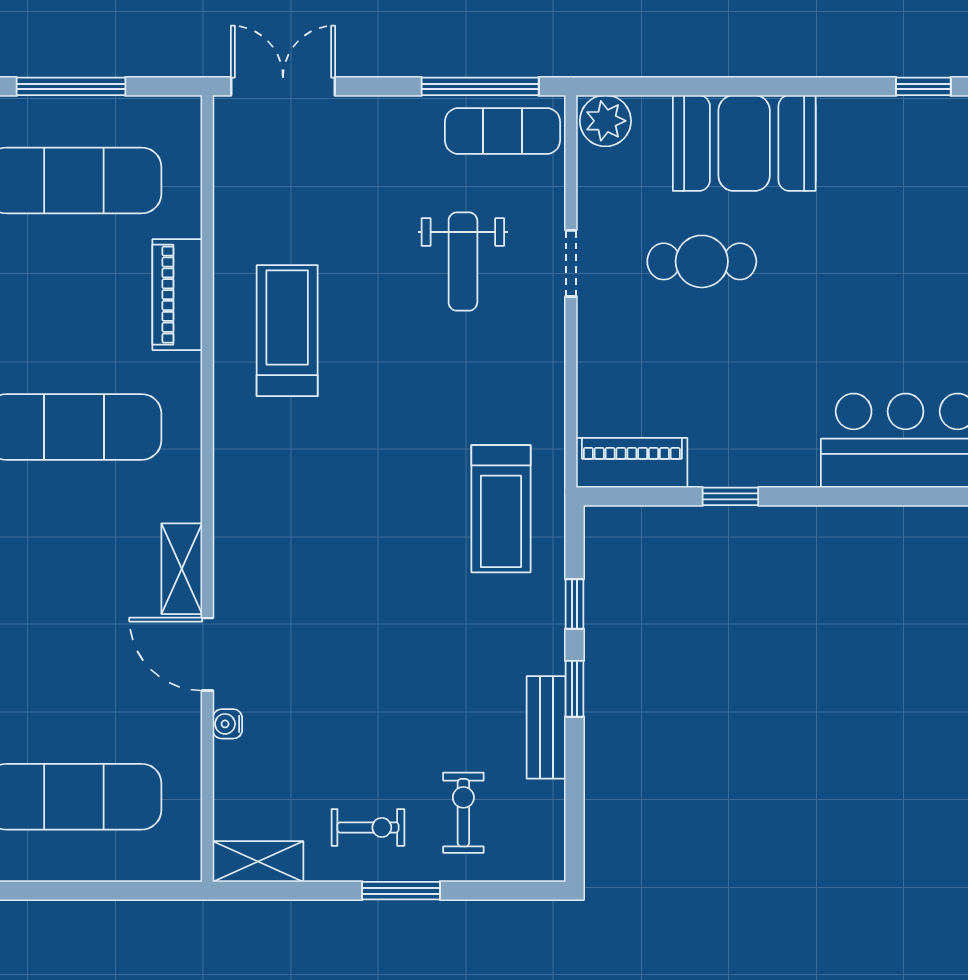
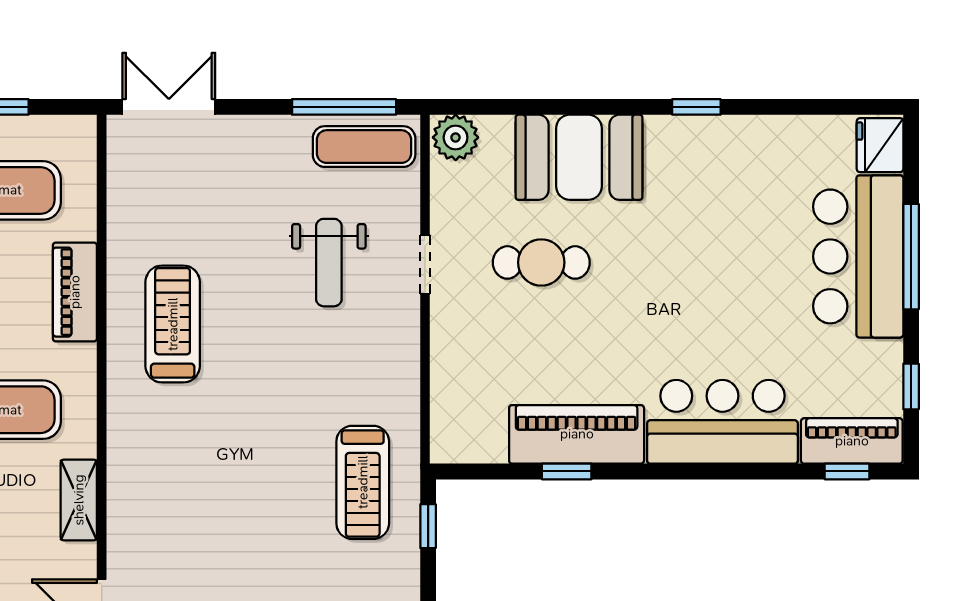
window: (923, 86) -> (696, 107), moved
piano: (632, 463) -> (577, 434), moved, width x1.37, depth x1.33
shelving: (182, 569) -> (79, 500), moved
window: (574, 604) -> (428, 526), moved

